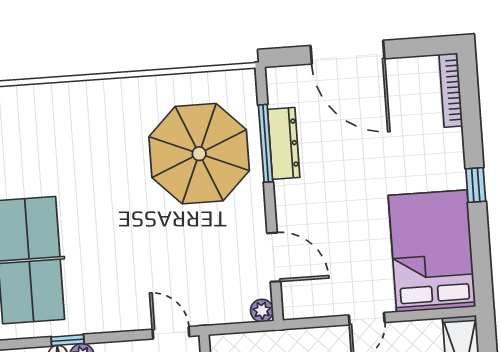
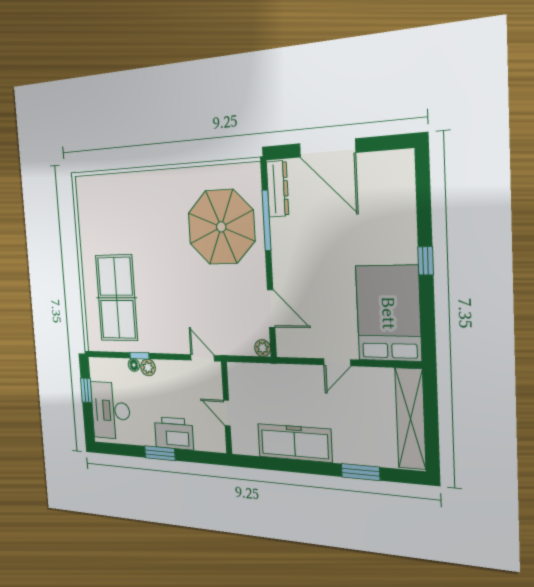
bookcase: (451, 90) -> (408, 180), removed
dresser: (284, 143) -> (278, 189), moved

